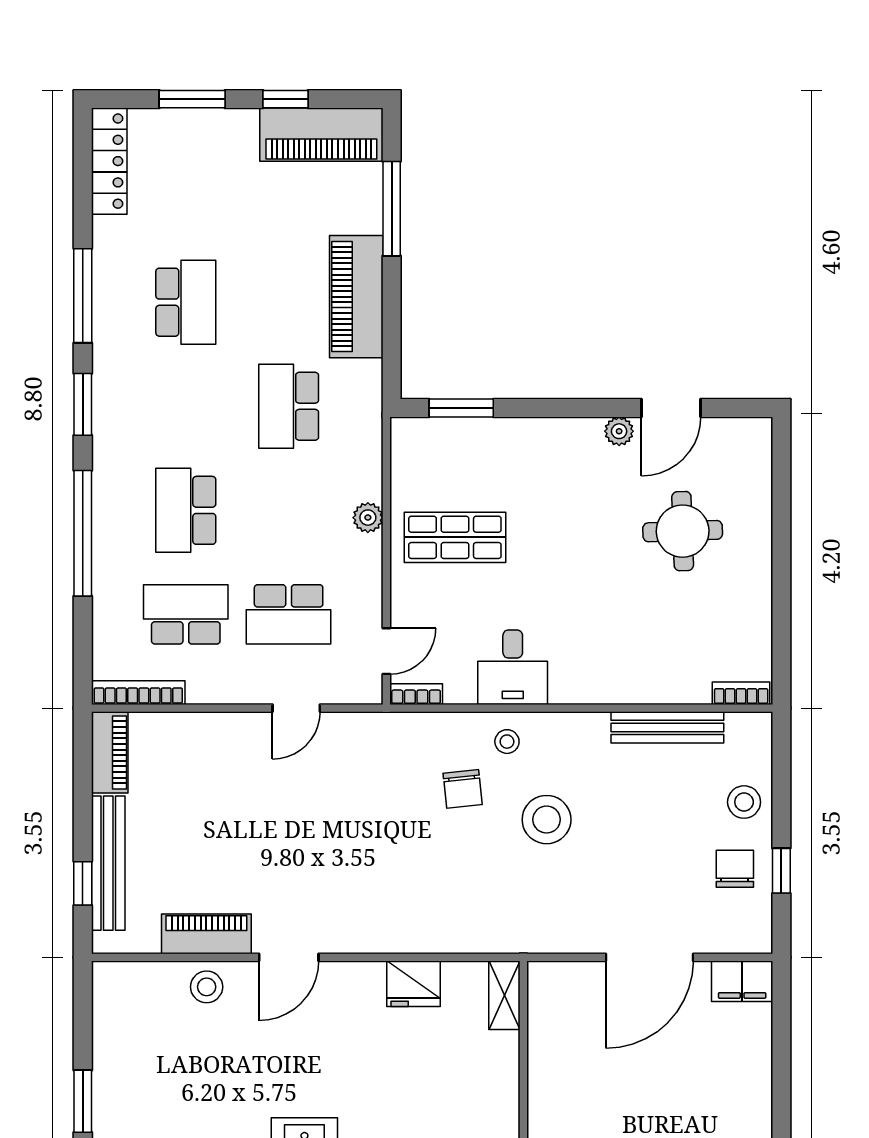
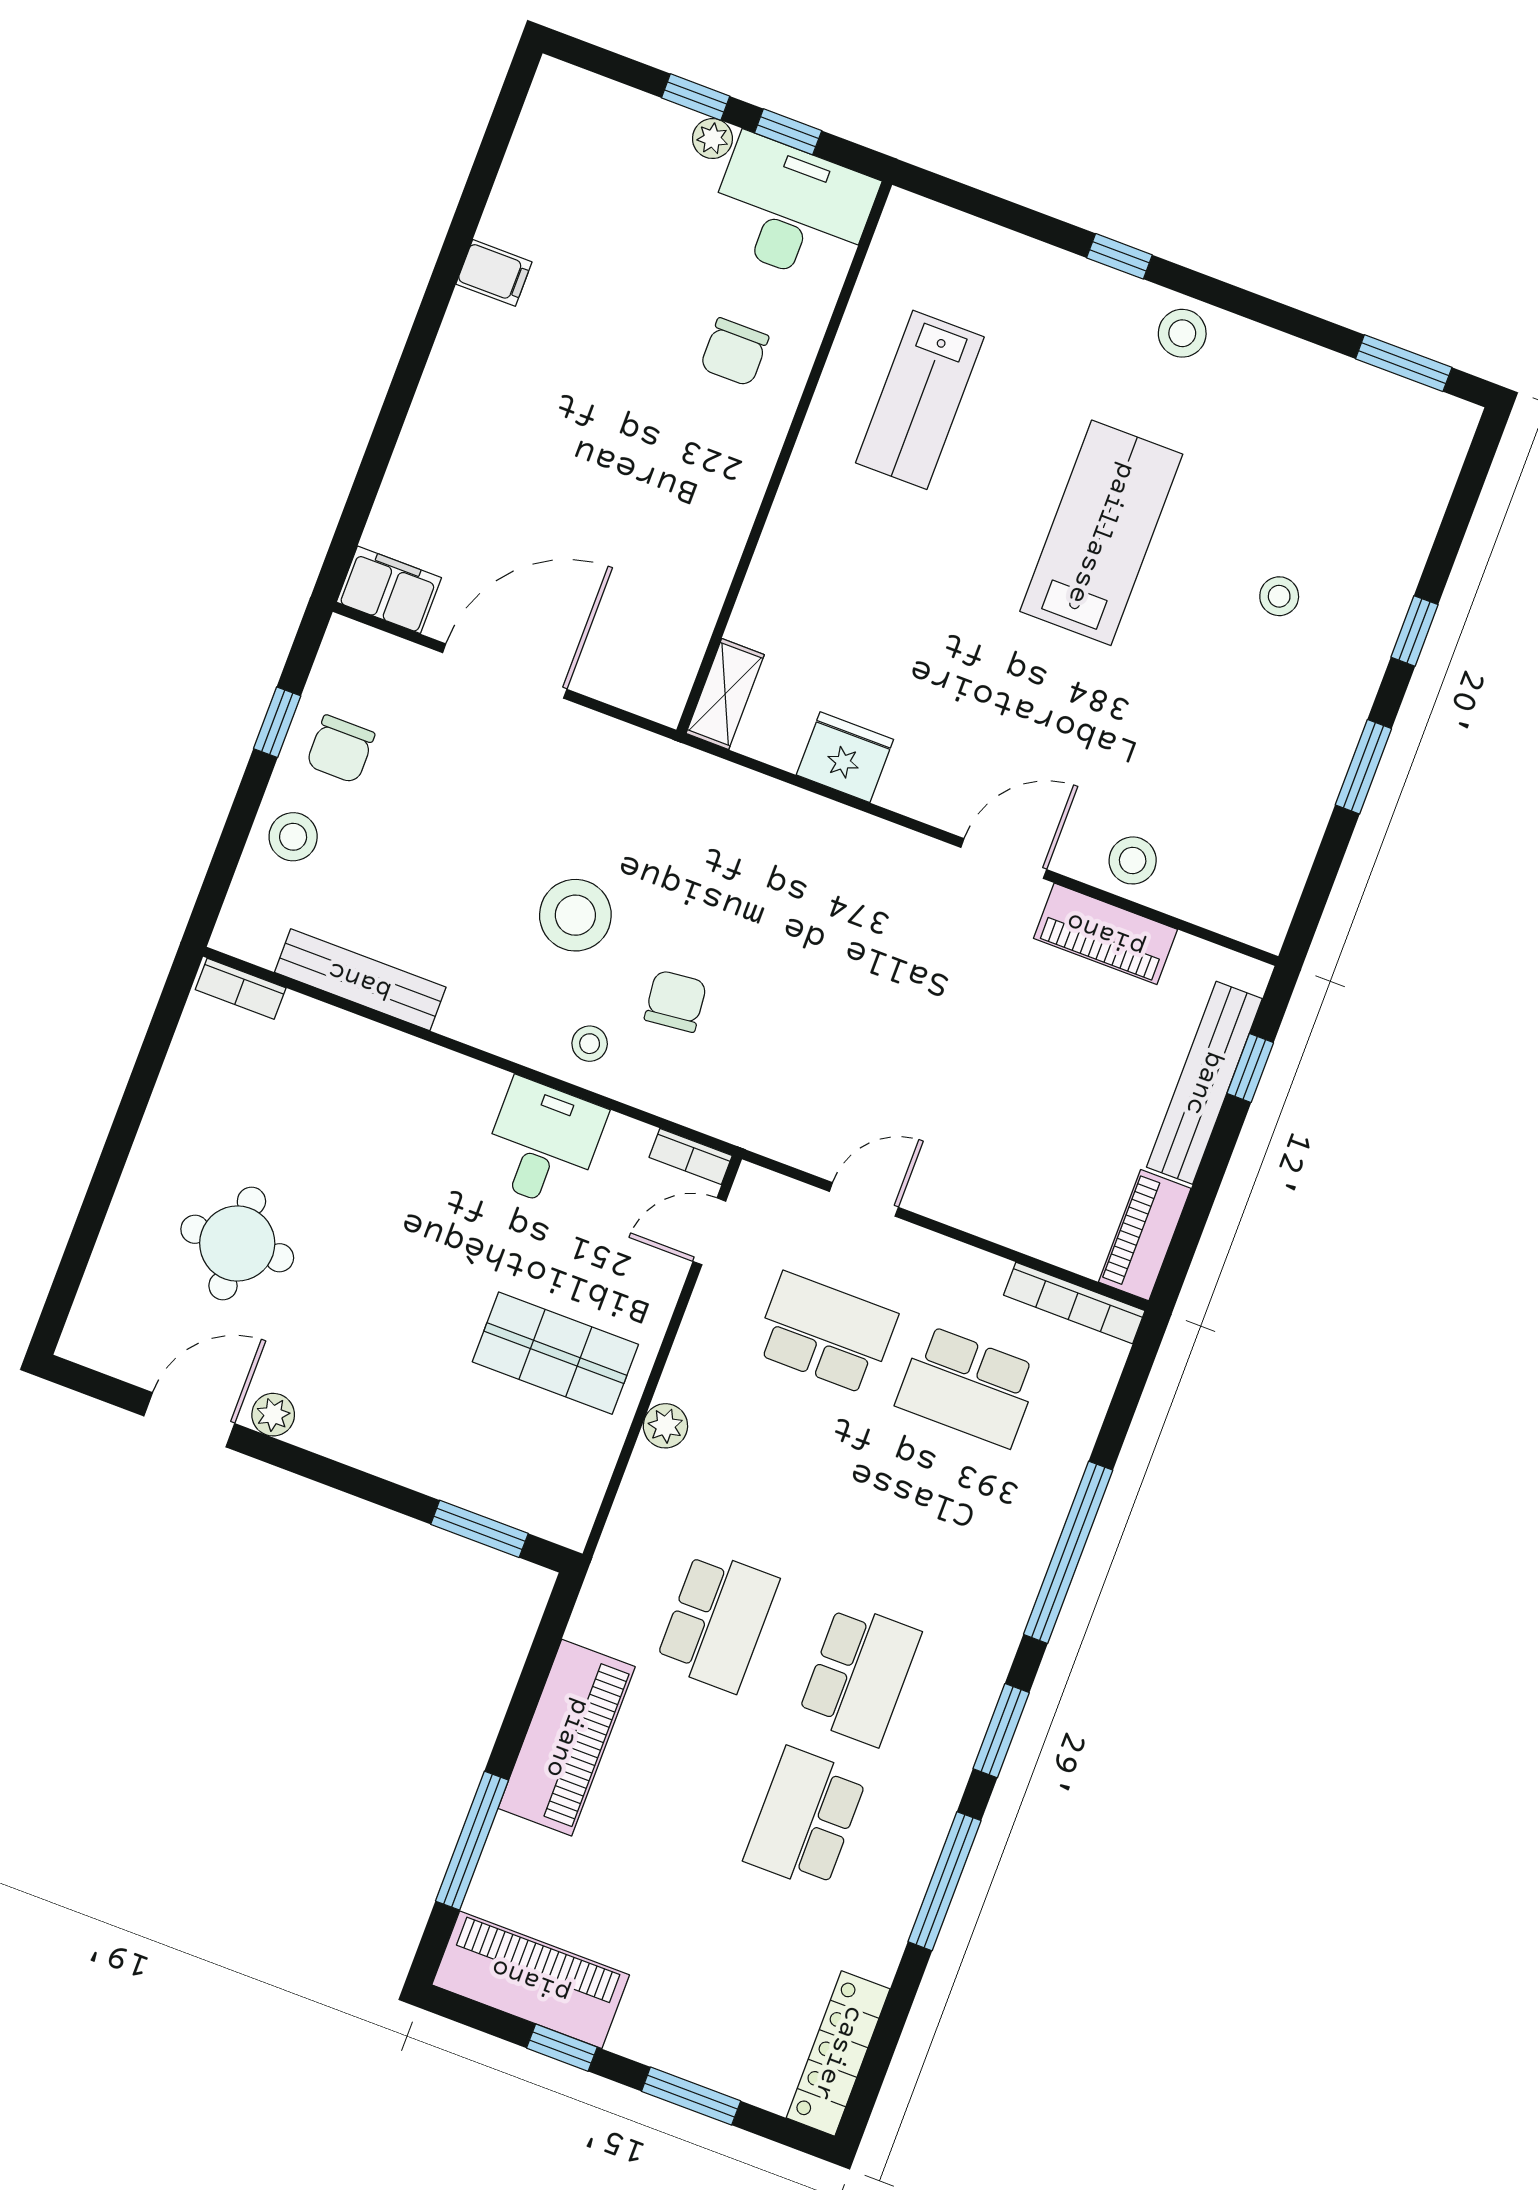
school desk: (186, 510) -> (860, 1674), moved

